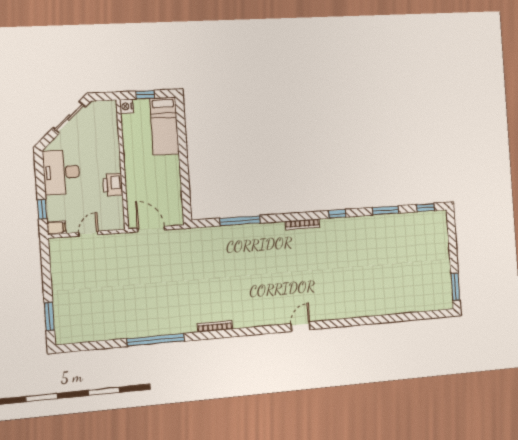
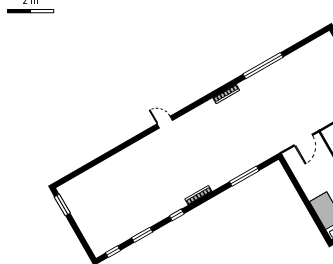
door: (151, 229) -> (303, 140), hinge flipped
door: (300, 327) -> (165, 122), swing flipped

